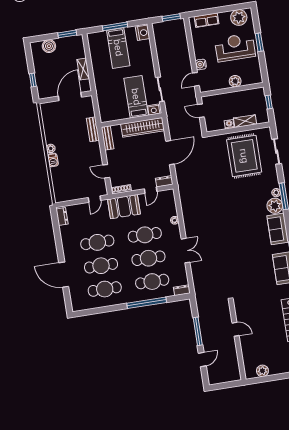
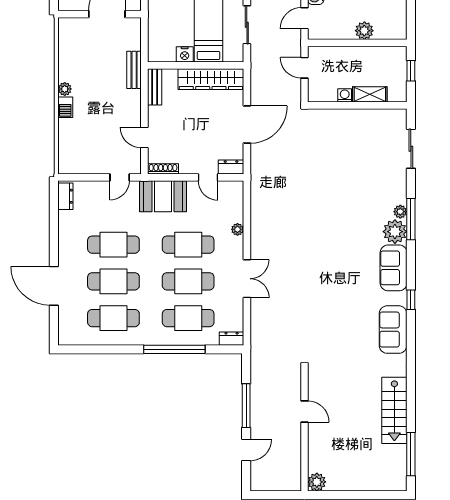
nightstand: (154, 110) -> (185, 54), moved
rug: (244, 156) -> (360, 148), removed
door: (151, 190) -> (208, 177), hinge flipped
plant: (262, 371) -> (317, 482), moved

